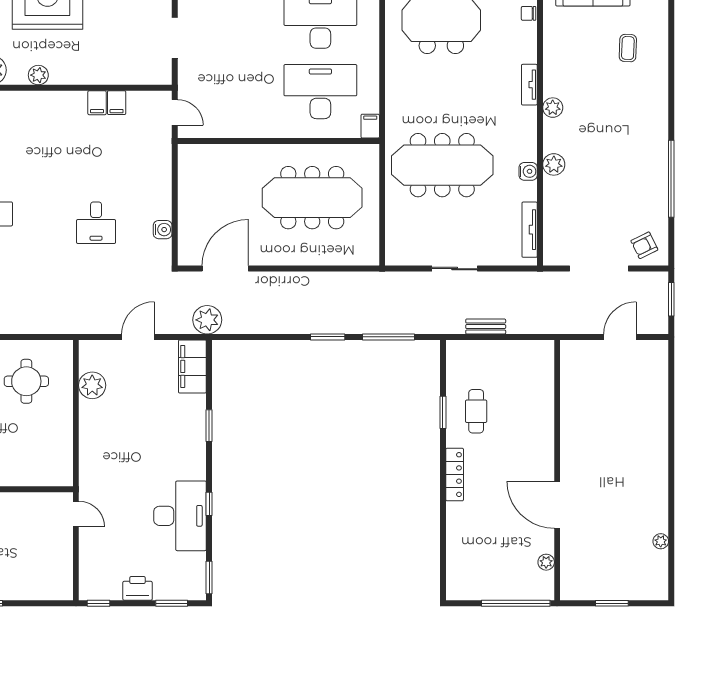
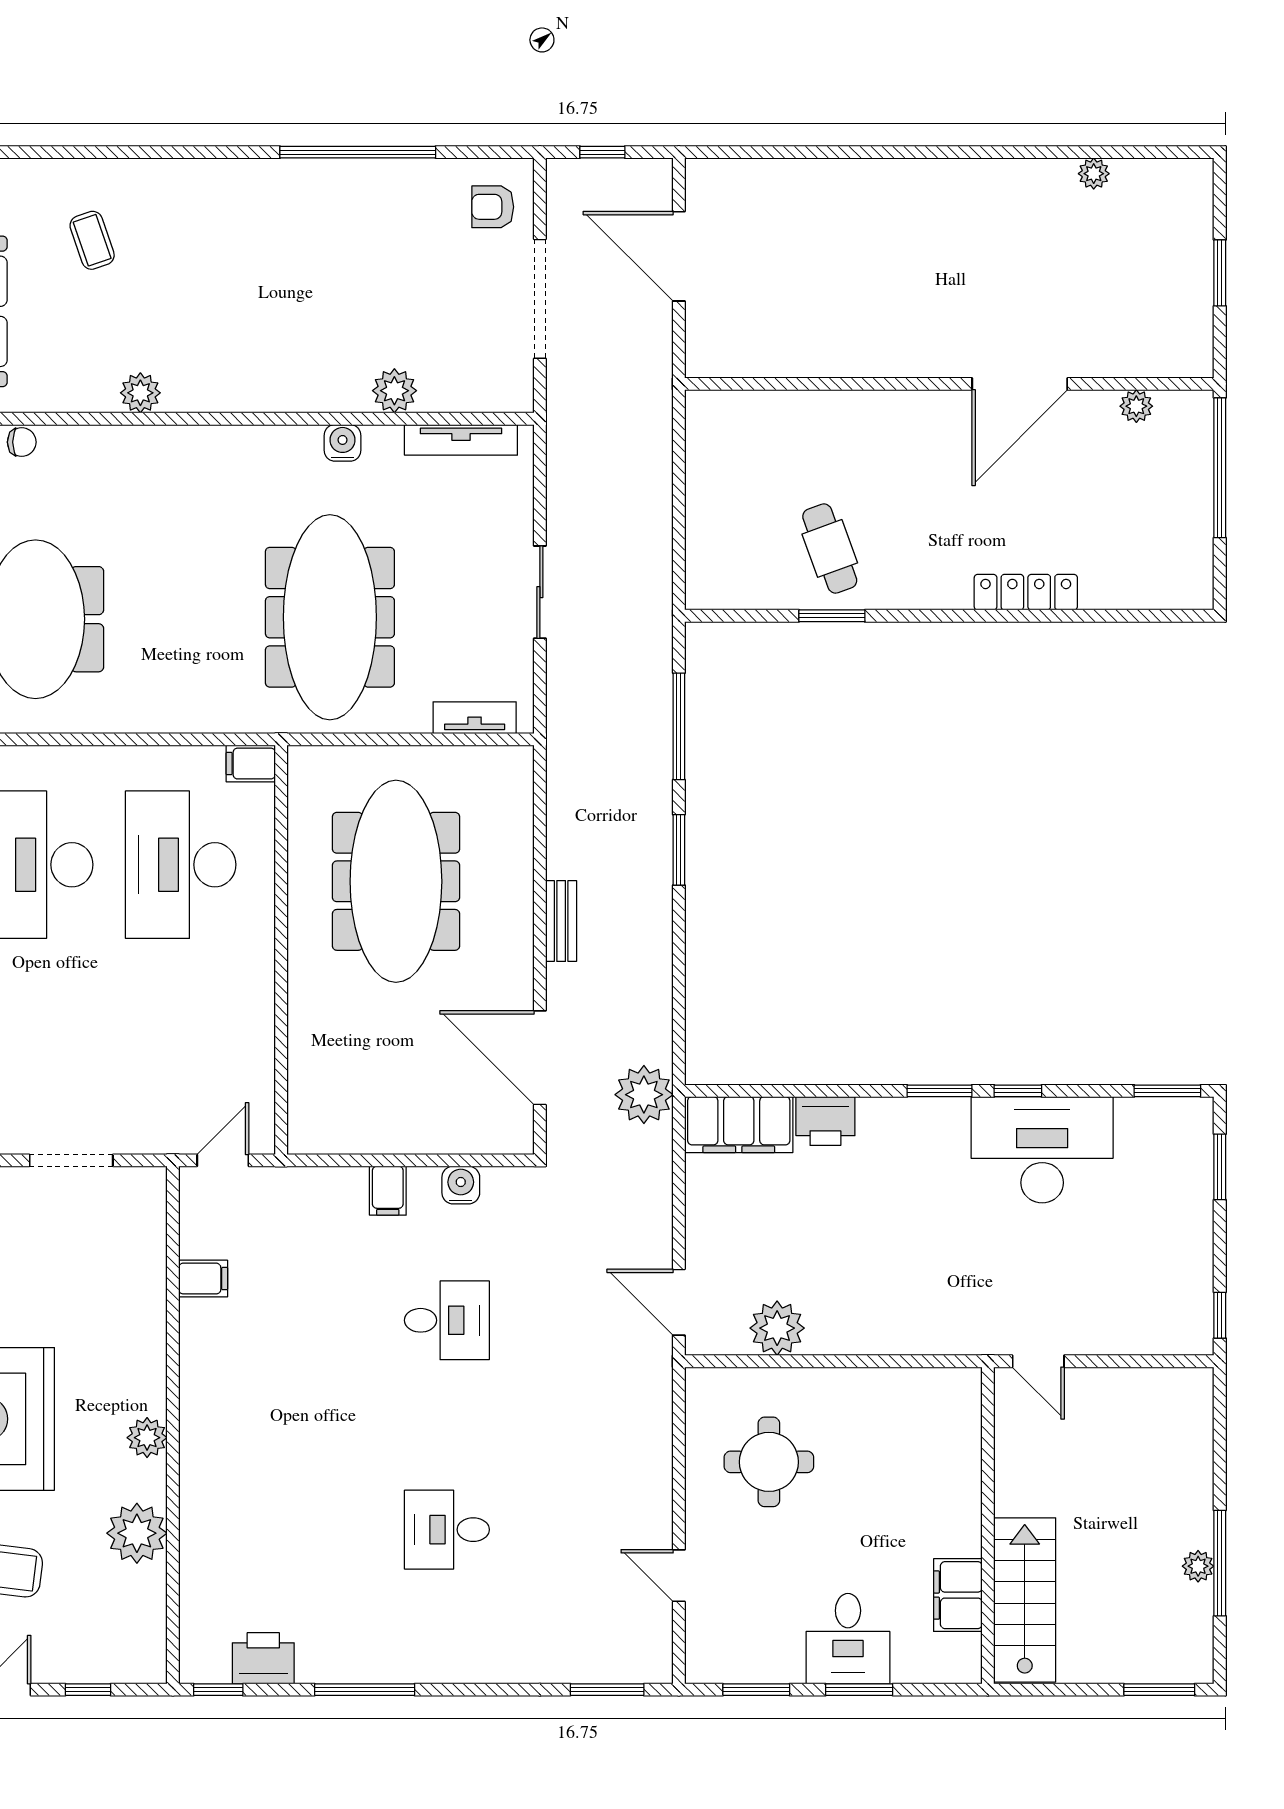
chair: (529, 13) -> (22, 442), turned -90
coffee table: (628, 48) -> (92, 240), turned 69
tv unit: (529, 85) -> (475, 718), moved, turned 180
filing cabinet: (97, 103) -> (388, 1191), moved, turned 90
plant: (553, 108) -> (140, 393), moved
plant: (554, 164) -> (394, 391), moved
armchair: (644, 245) -> (493, 207), turned 116
window: (671, 299) -> (602, 152), width x0.67
bench: (486, 327) -> (561, 921), moved
door: (138, 337) -> (679, 1302), moved
door: (620, 337) -> (679, 256), width x1.36
cafe table: (476, 411) -> (830, 548), turned 70
window: (209, 426) -> (940, 1091), moved
locker: (455, 475) -> (1026, 592), moved
door: (76, 514) -> (1038, 1361), swing flipped
printer: (138, 588) -> (825, 1121), moved, turned -90

